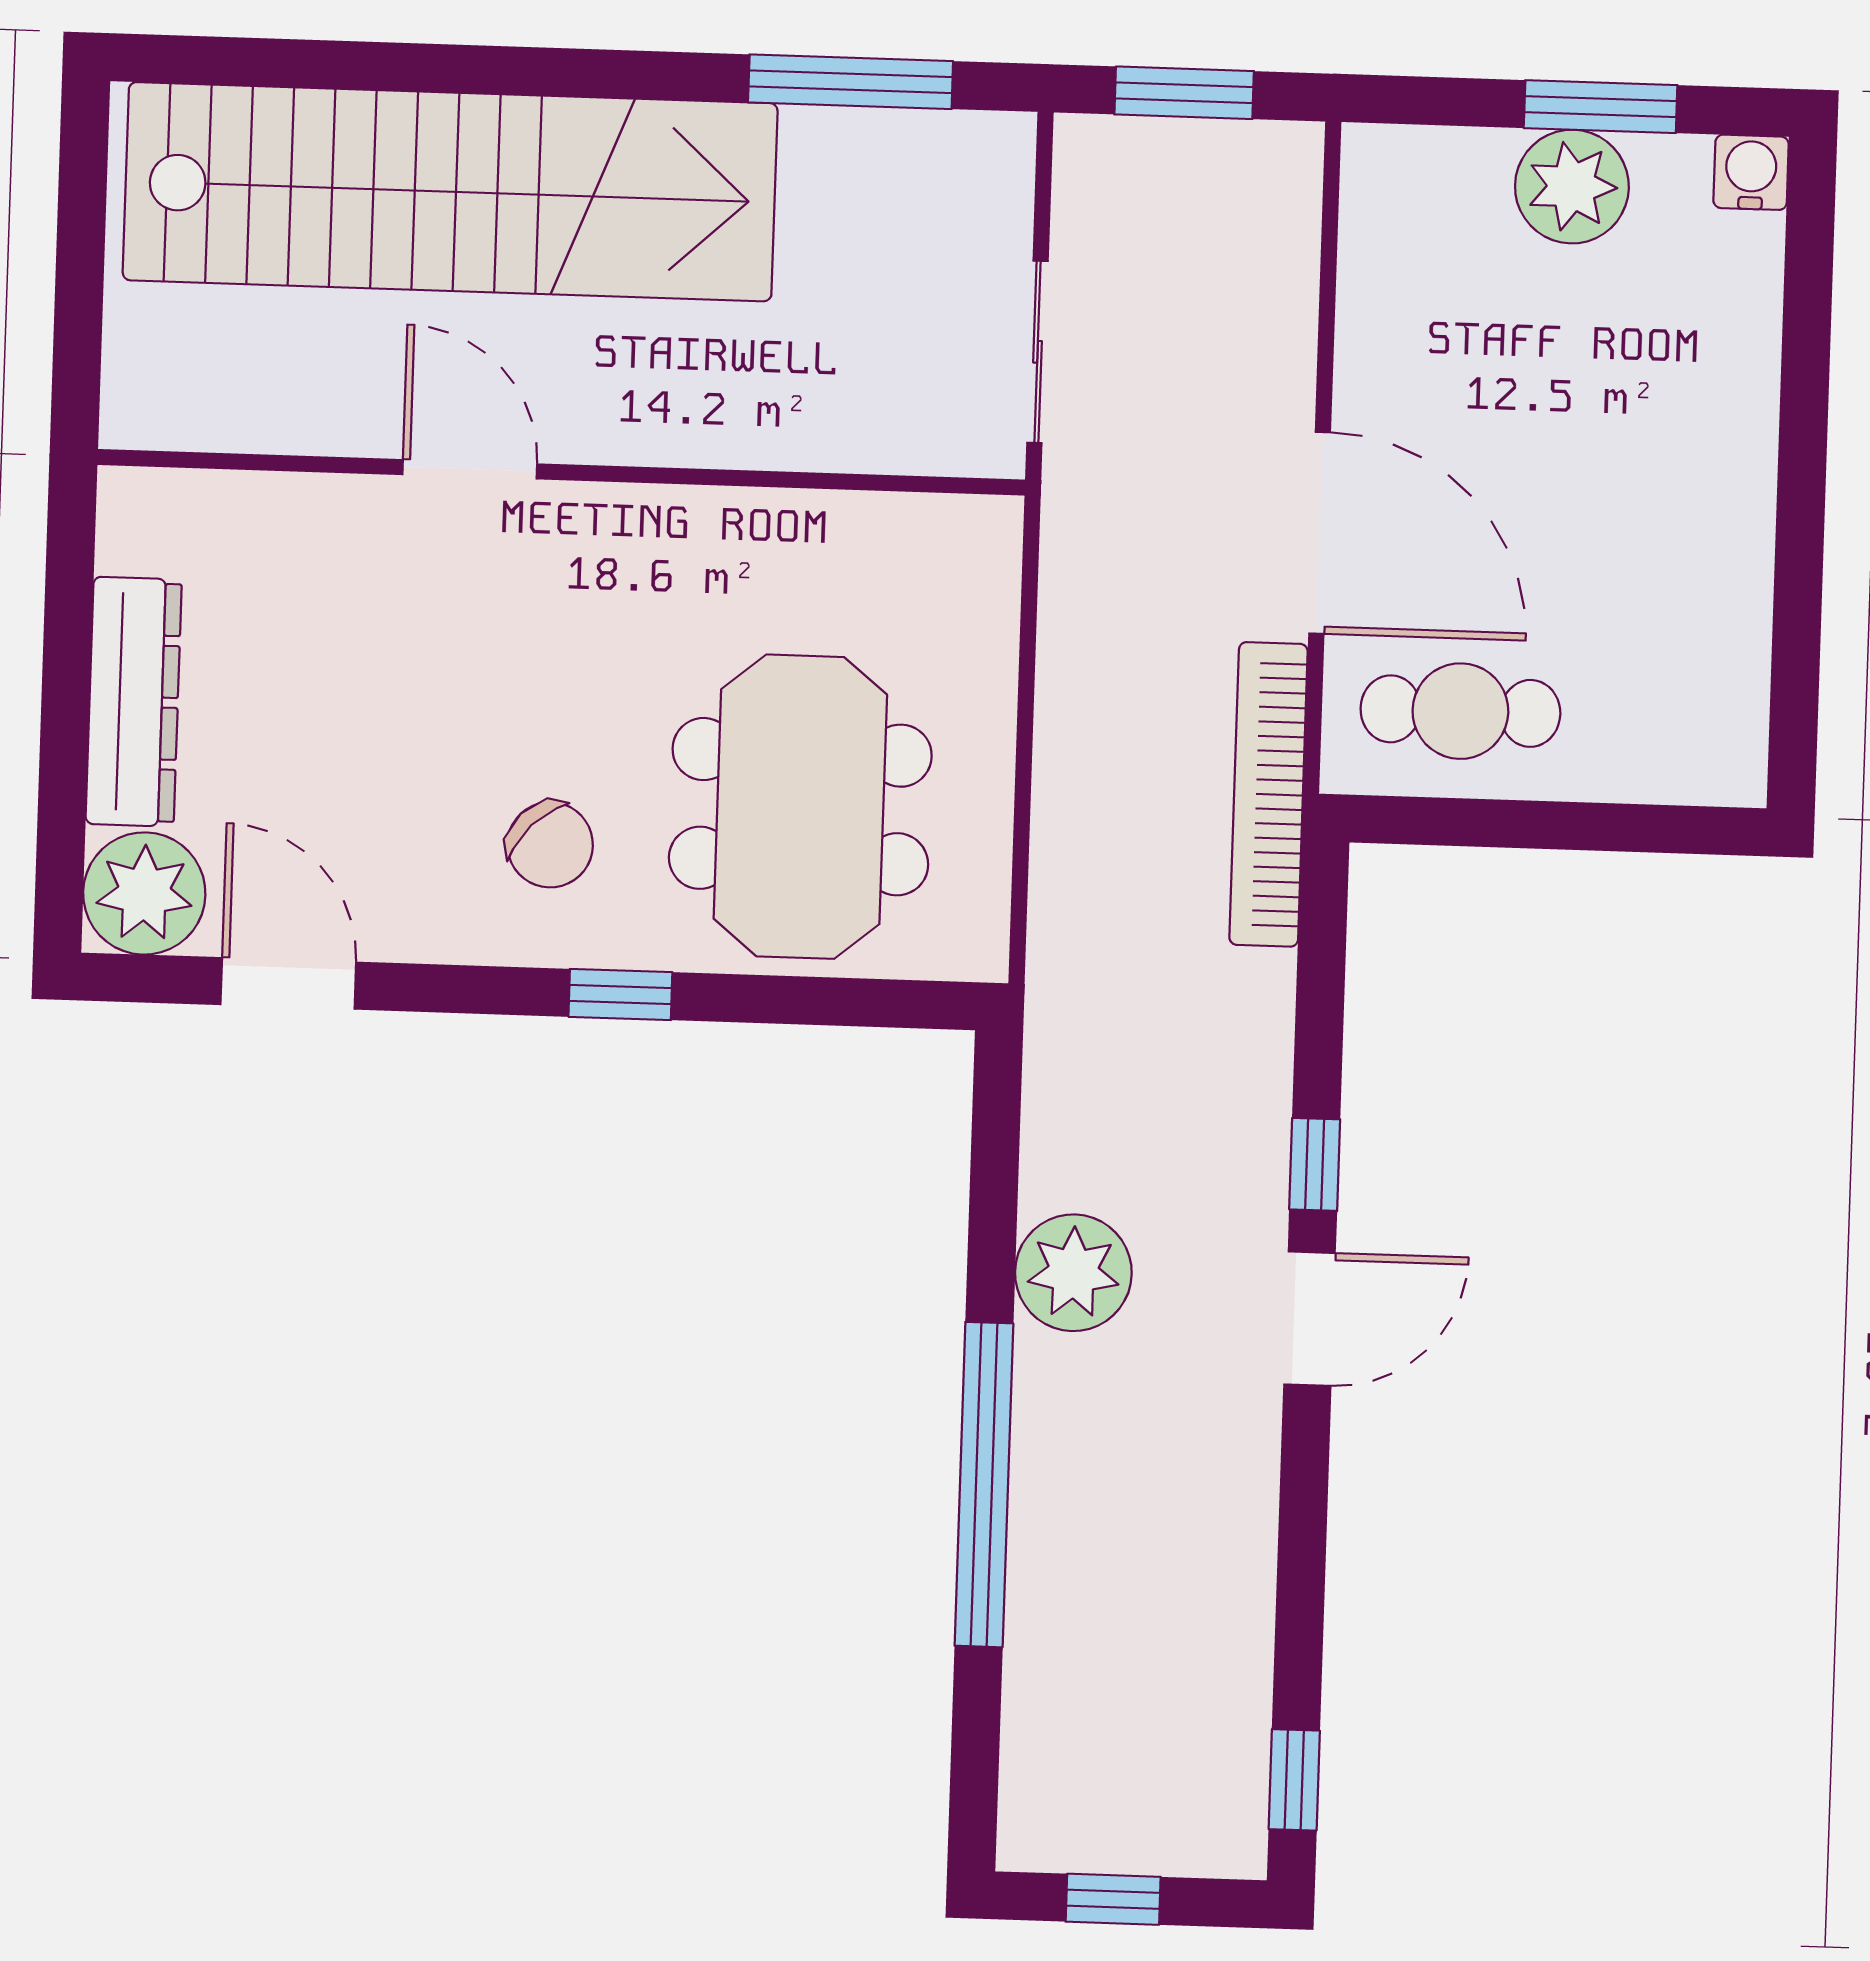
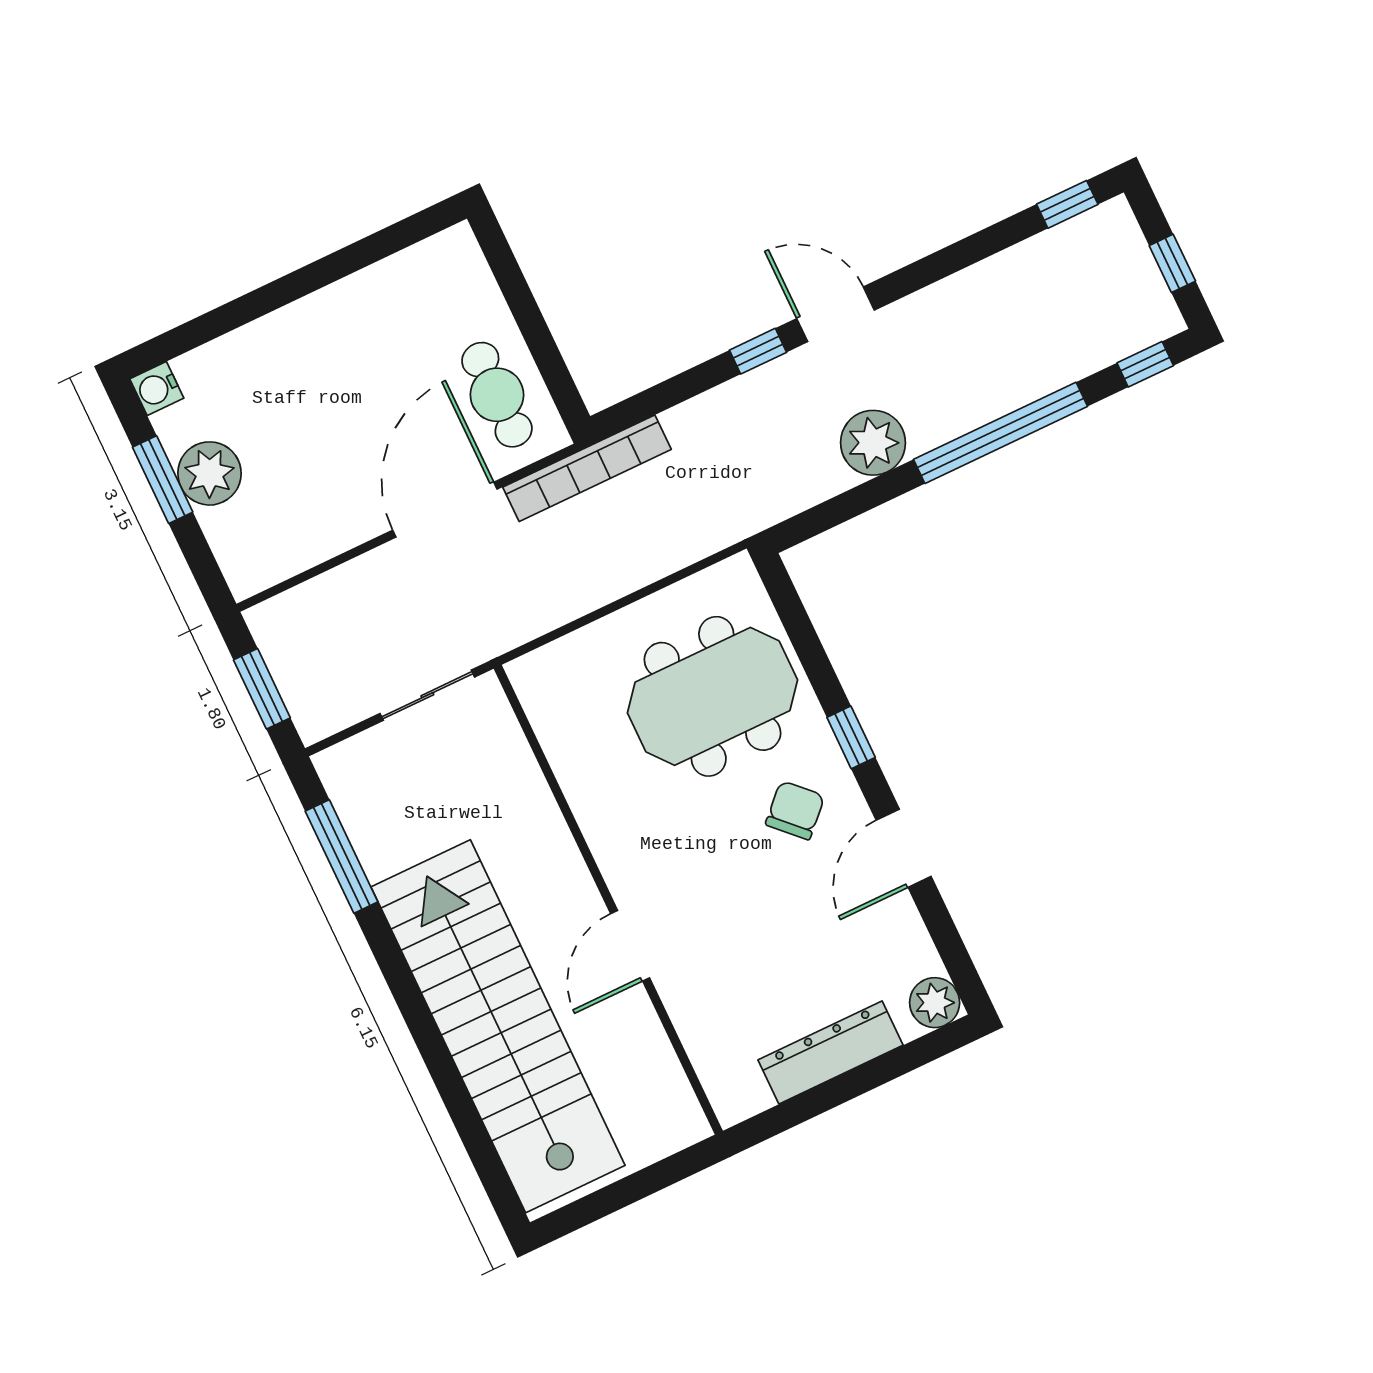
plant: (144, 893) -> (935, 1003), width x0.73, depth x0.73
door: (288, 983) -> (904, 848), moved
window: (974, 1773) -> (1145, 364), added

